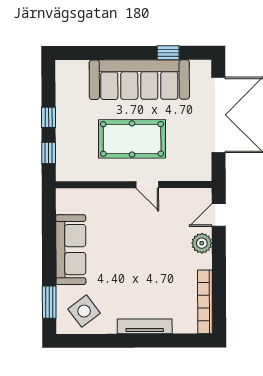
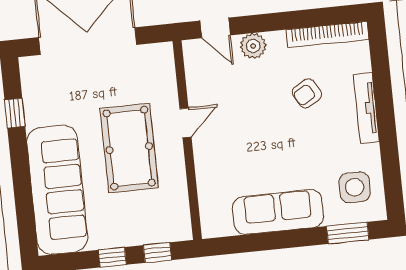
sofa: (139, 80) -> (57, 190), moved
armchair: (161, 281) -> (307, 93), added
side table: (84, 311) -> (355, 187), turned 37

